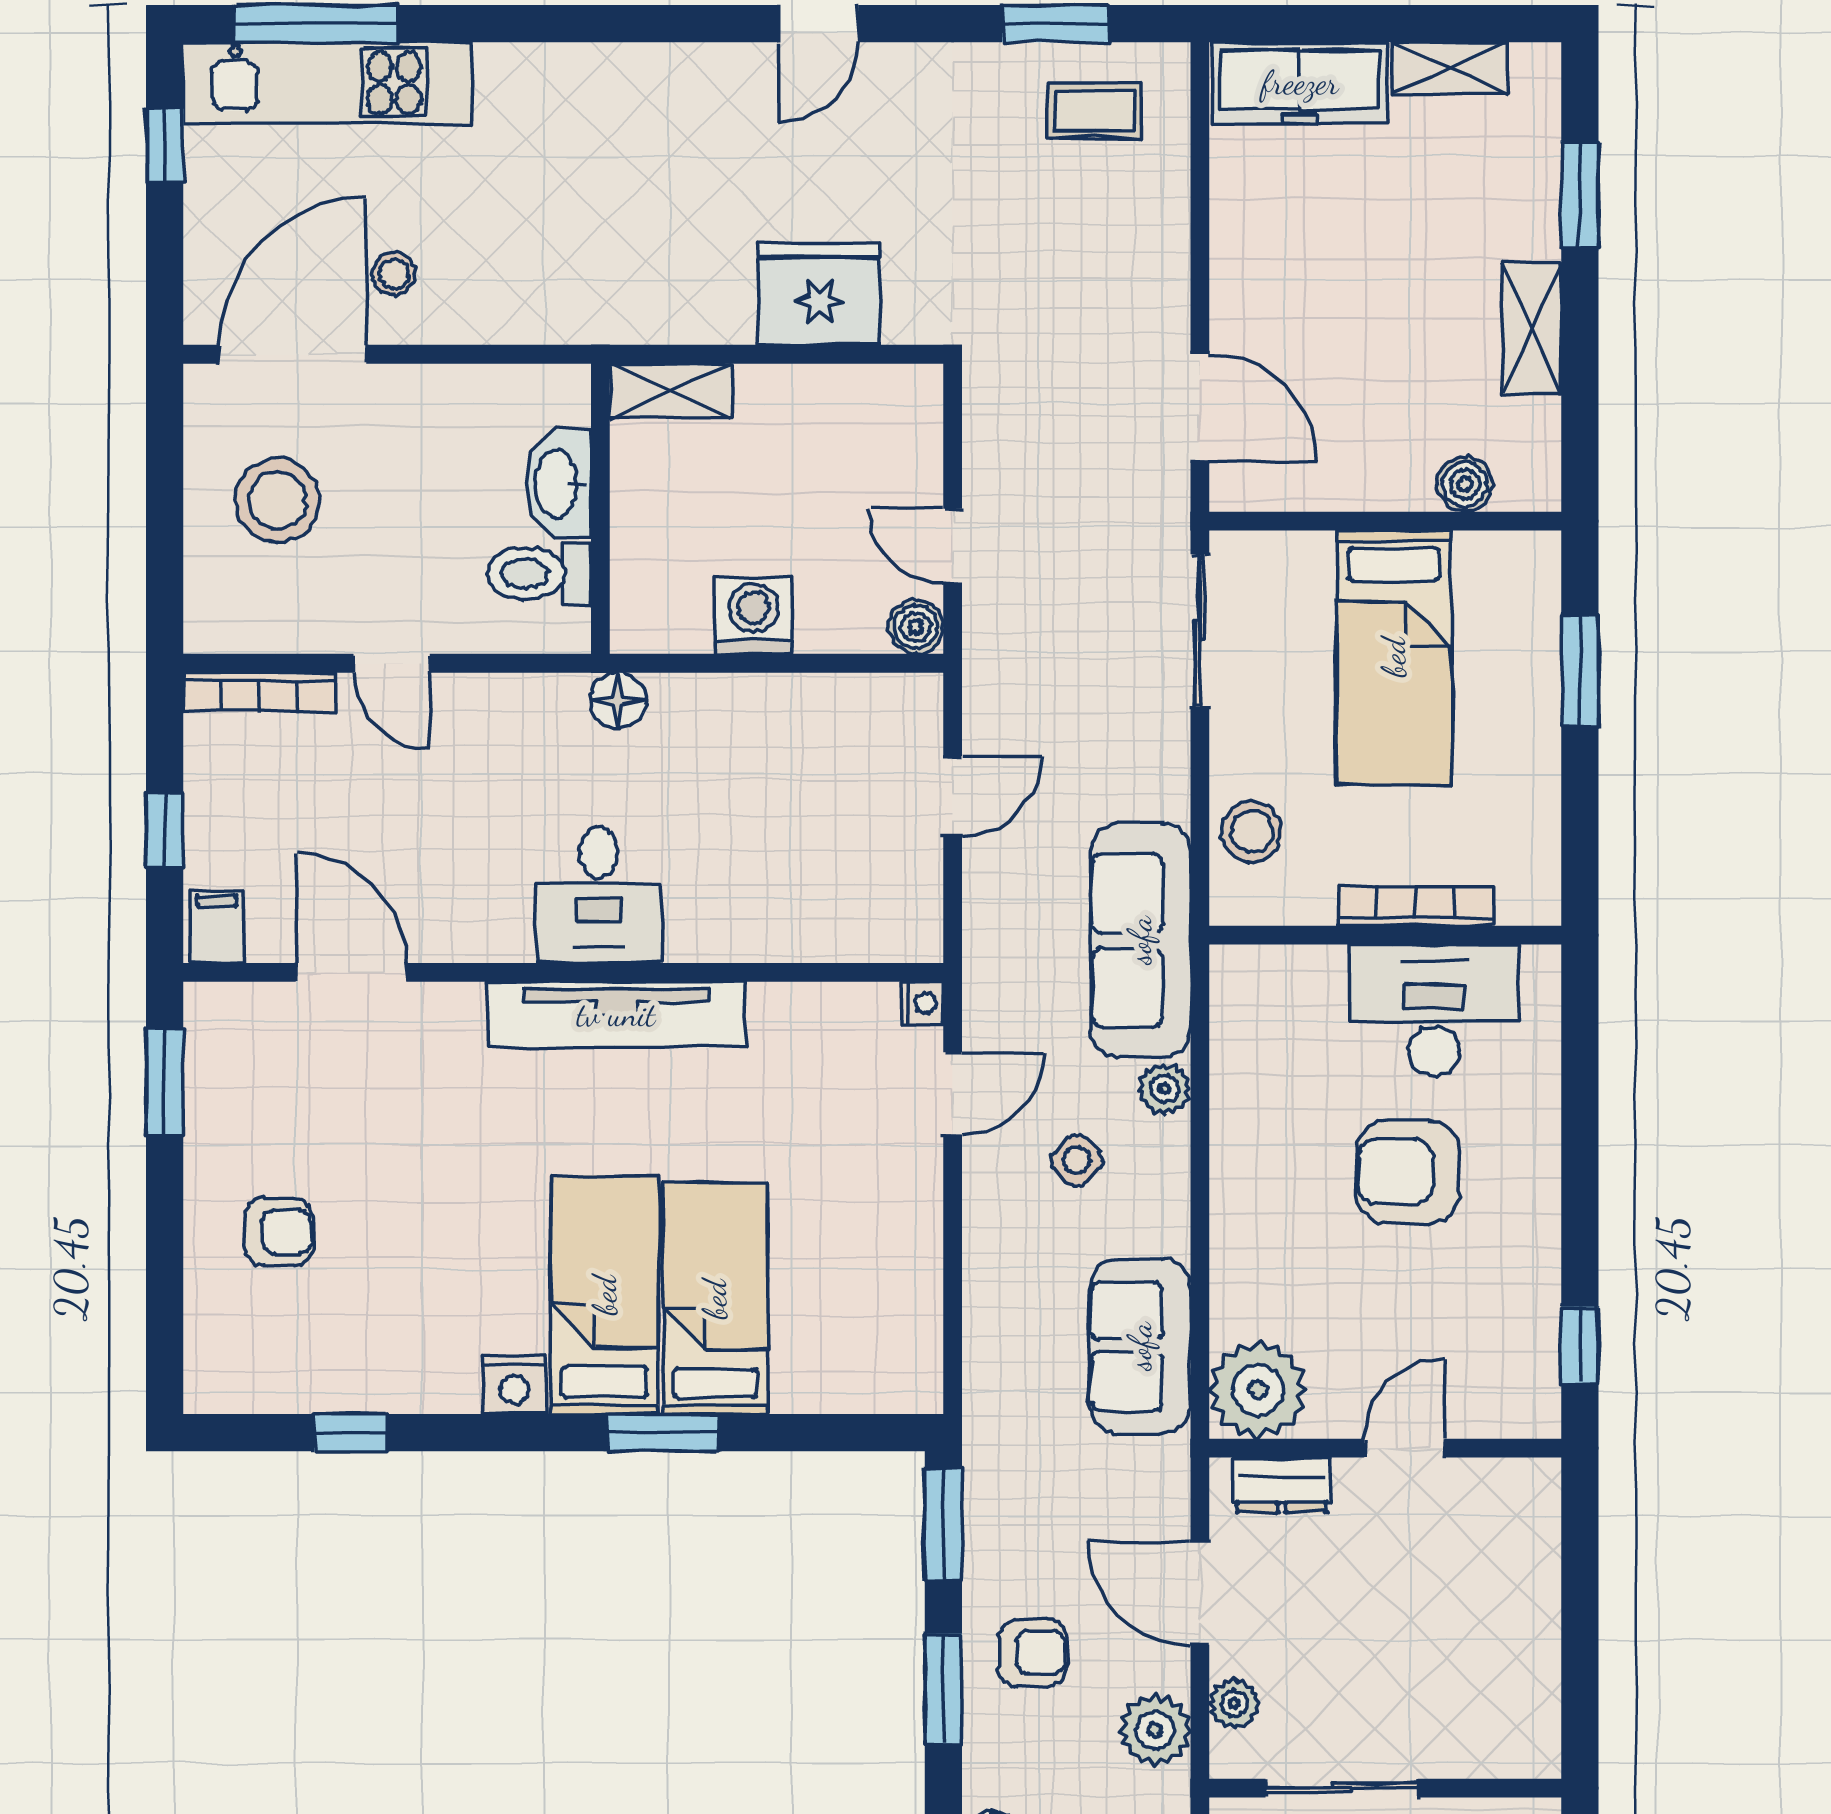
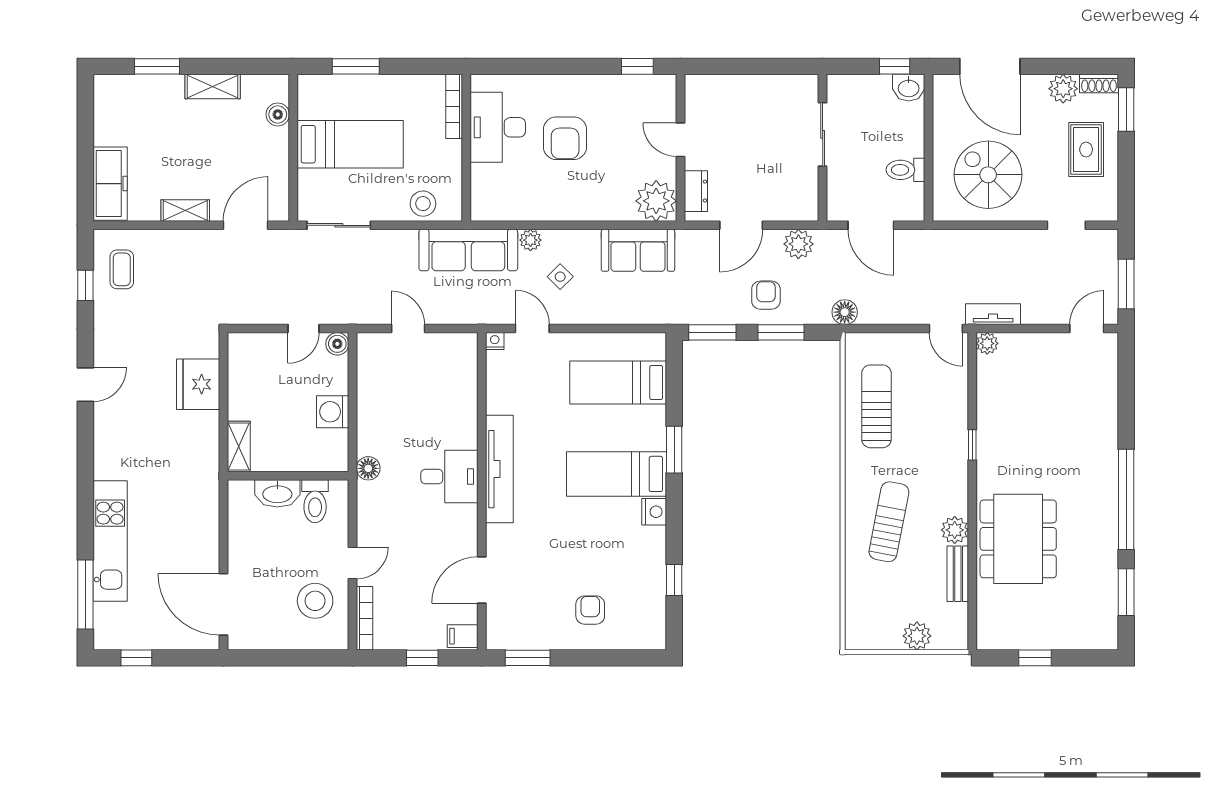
door: (818, 24) -> (85, 385), hinge flipped
window: (1056, 24) -> (85, 285), width x0.67
shelving: (1450, 68) -> (185, 211), moved, turned 90
kitchen unit: (328, 83) -> (110, 541), moved
stool: (394, 274) -> (190, 562), removed
stool: (277, 500) -> (315, 601), moved
bookcase: (1415, 906) -> (454, 106), moved
bed: (715, 1299) -> (618, 383), moved
plant: (1234, 1703) -> (787, 211), removed
sliding door: (1342, 1788) -> (823, 134), moved

